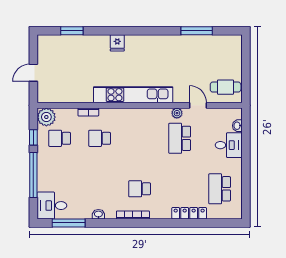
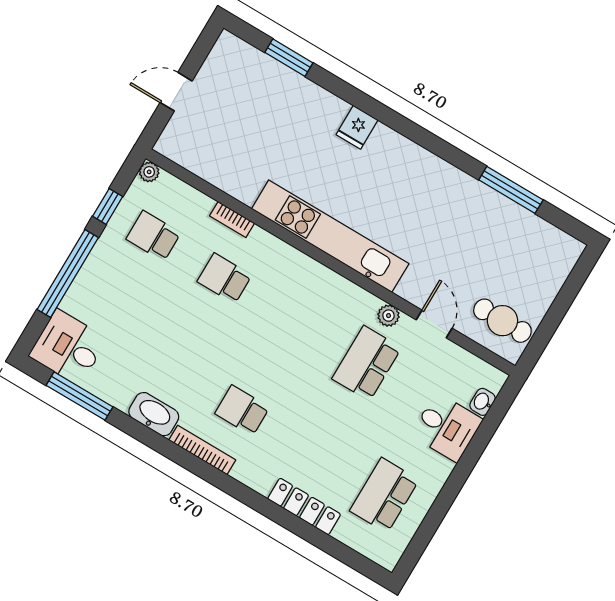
plant: (46, 117) -> (149, 172), width x0.53, depth x0.53
washbasin: (98, 214) -> (154, 414), width x1.91, depth x1.45

